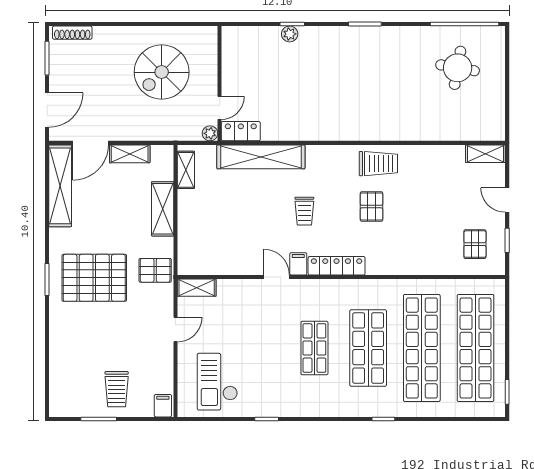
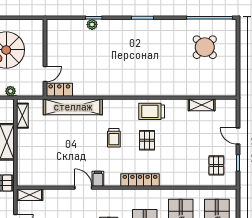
round table: (458, 68) -> (205, 47), turned 35
plant: (210, 133) -> (10, 91), moved
shelving: (485, 154) -> (202, 105), moved
trolley: (378, 164) -> (152, 111), turned 180
trolley: (304, 211) -> (114, 138), moved
locker: (337, 266) -> (140, 180), moved

